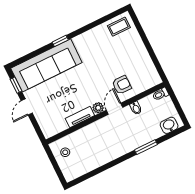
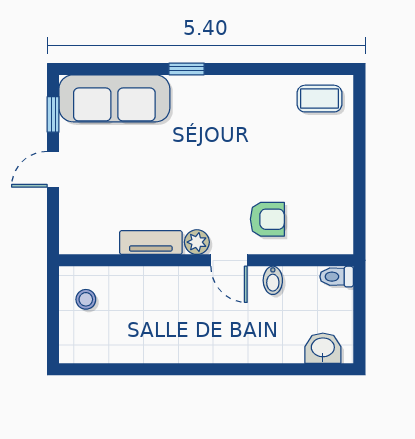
sofa: (46, 65) -> (114, 98), width x0.74, depth x0.79
door: (115, 109) -> (229, 260), swing flipped
window: (146, 147) -> (254, 369), removed

